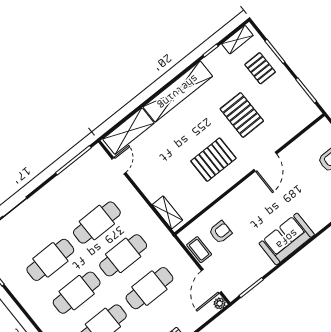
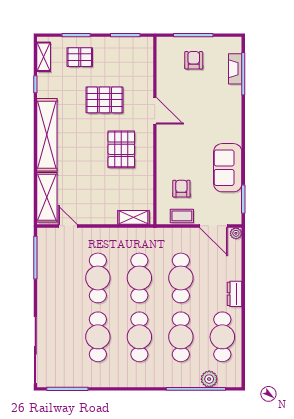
sofa: (287, 239) -> (228, 168), moved

